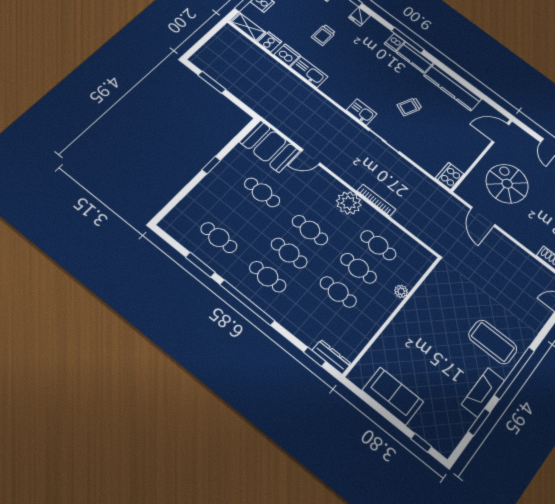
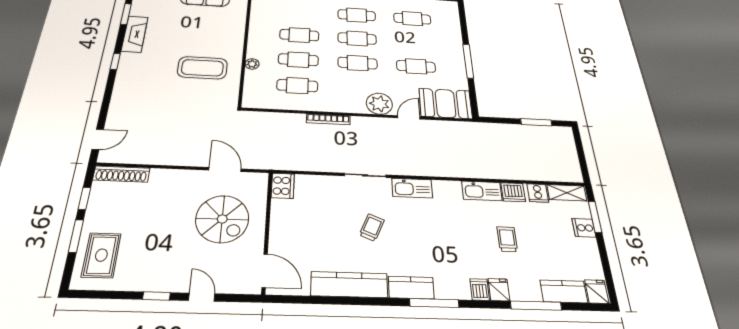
dishwasher: (395, 42) -> (480, 289), moved
kitchen sink: (362, 112) -> (412, 188), width x1.38
door: (500, 133) -> (265, 271), hinge flipped
window: (211, 165) -> (468, 61), width x2.17
plant: (349, 203) -> (379, 104), moved
coffee table: (493, 342) -> (202, 68), moved
window: (514, 373) -> (115, 61), width x0.32

